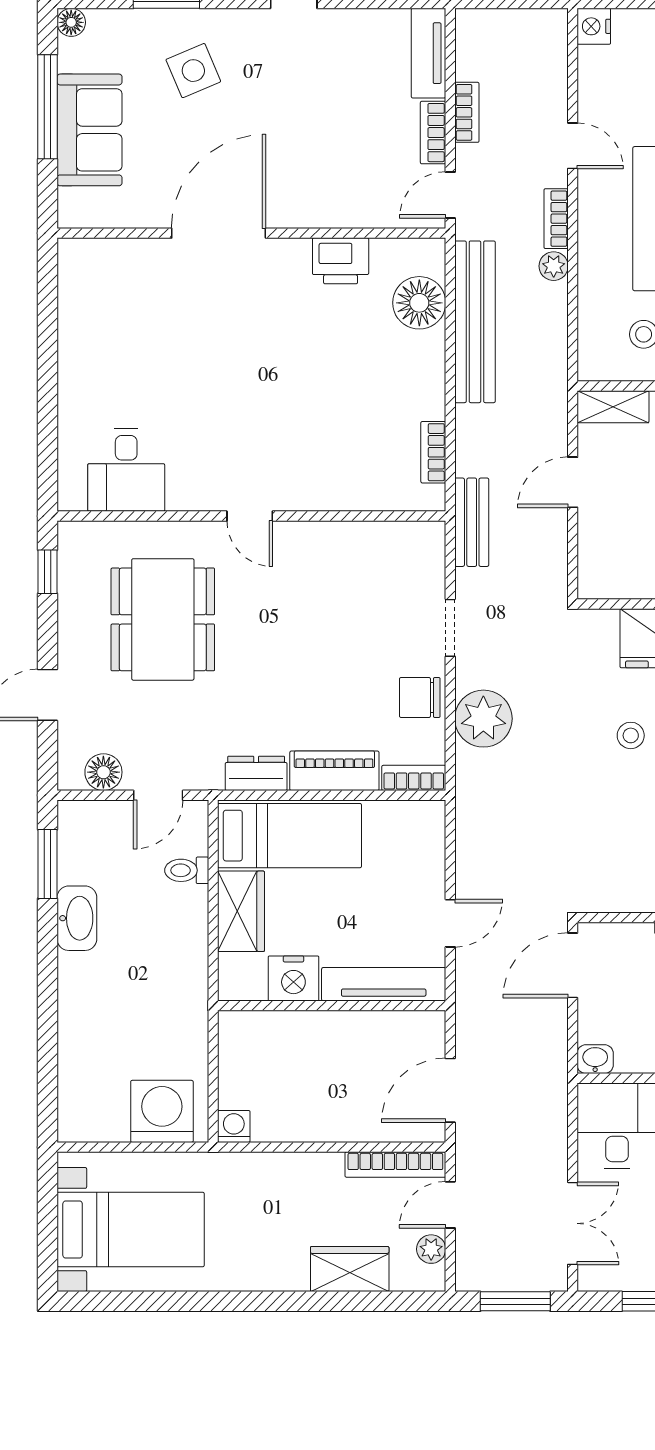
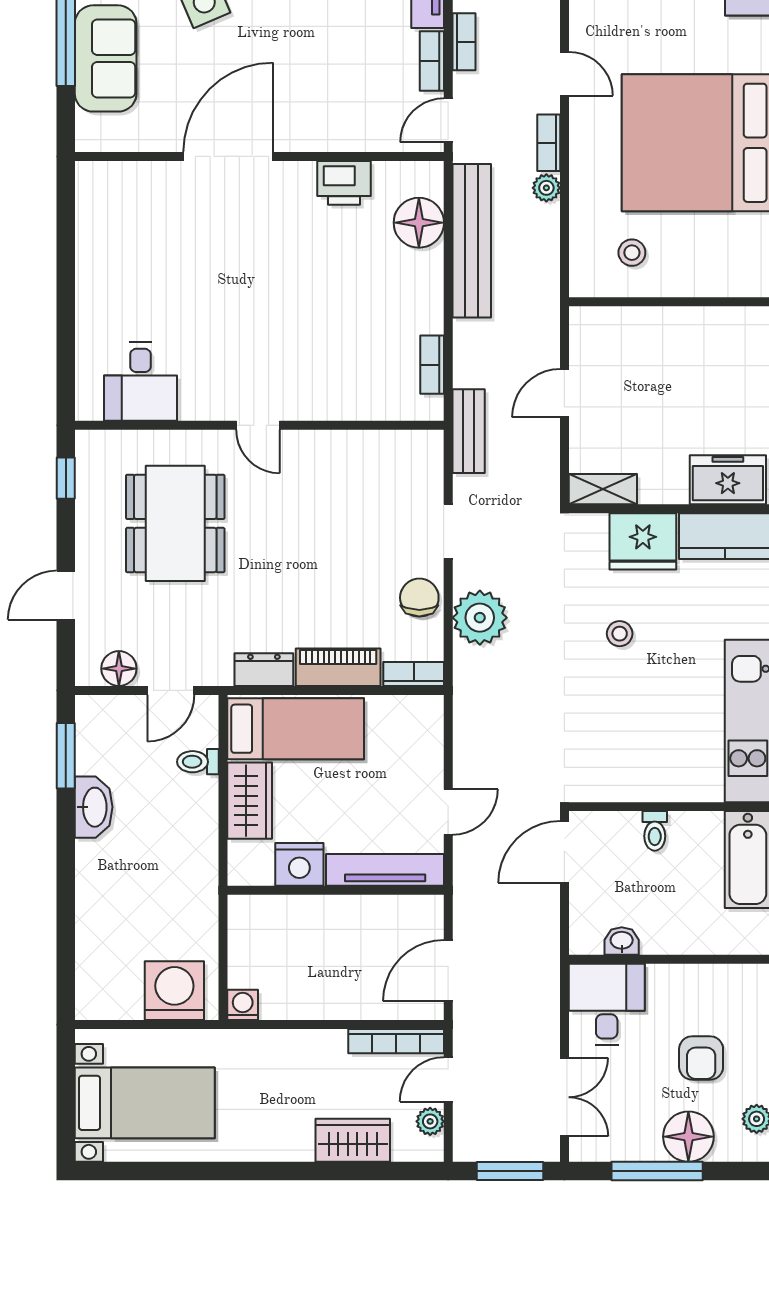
shelving: (613, 407) -> (603, 489), moved
chair: (420, 697) -> (419, 598), turned 90
washbasin: (595, 1059) -> (622, 941), moved

